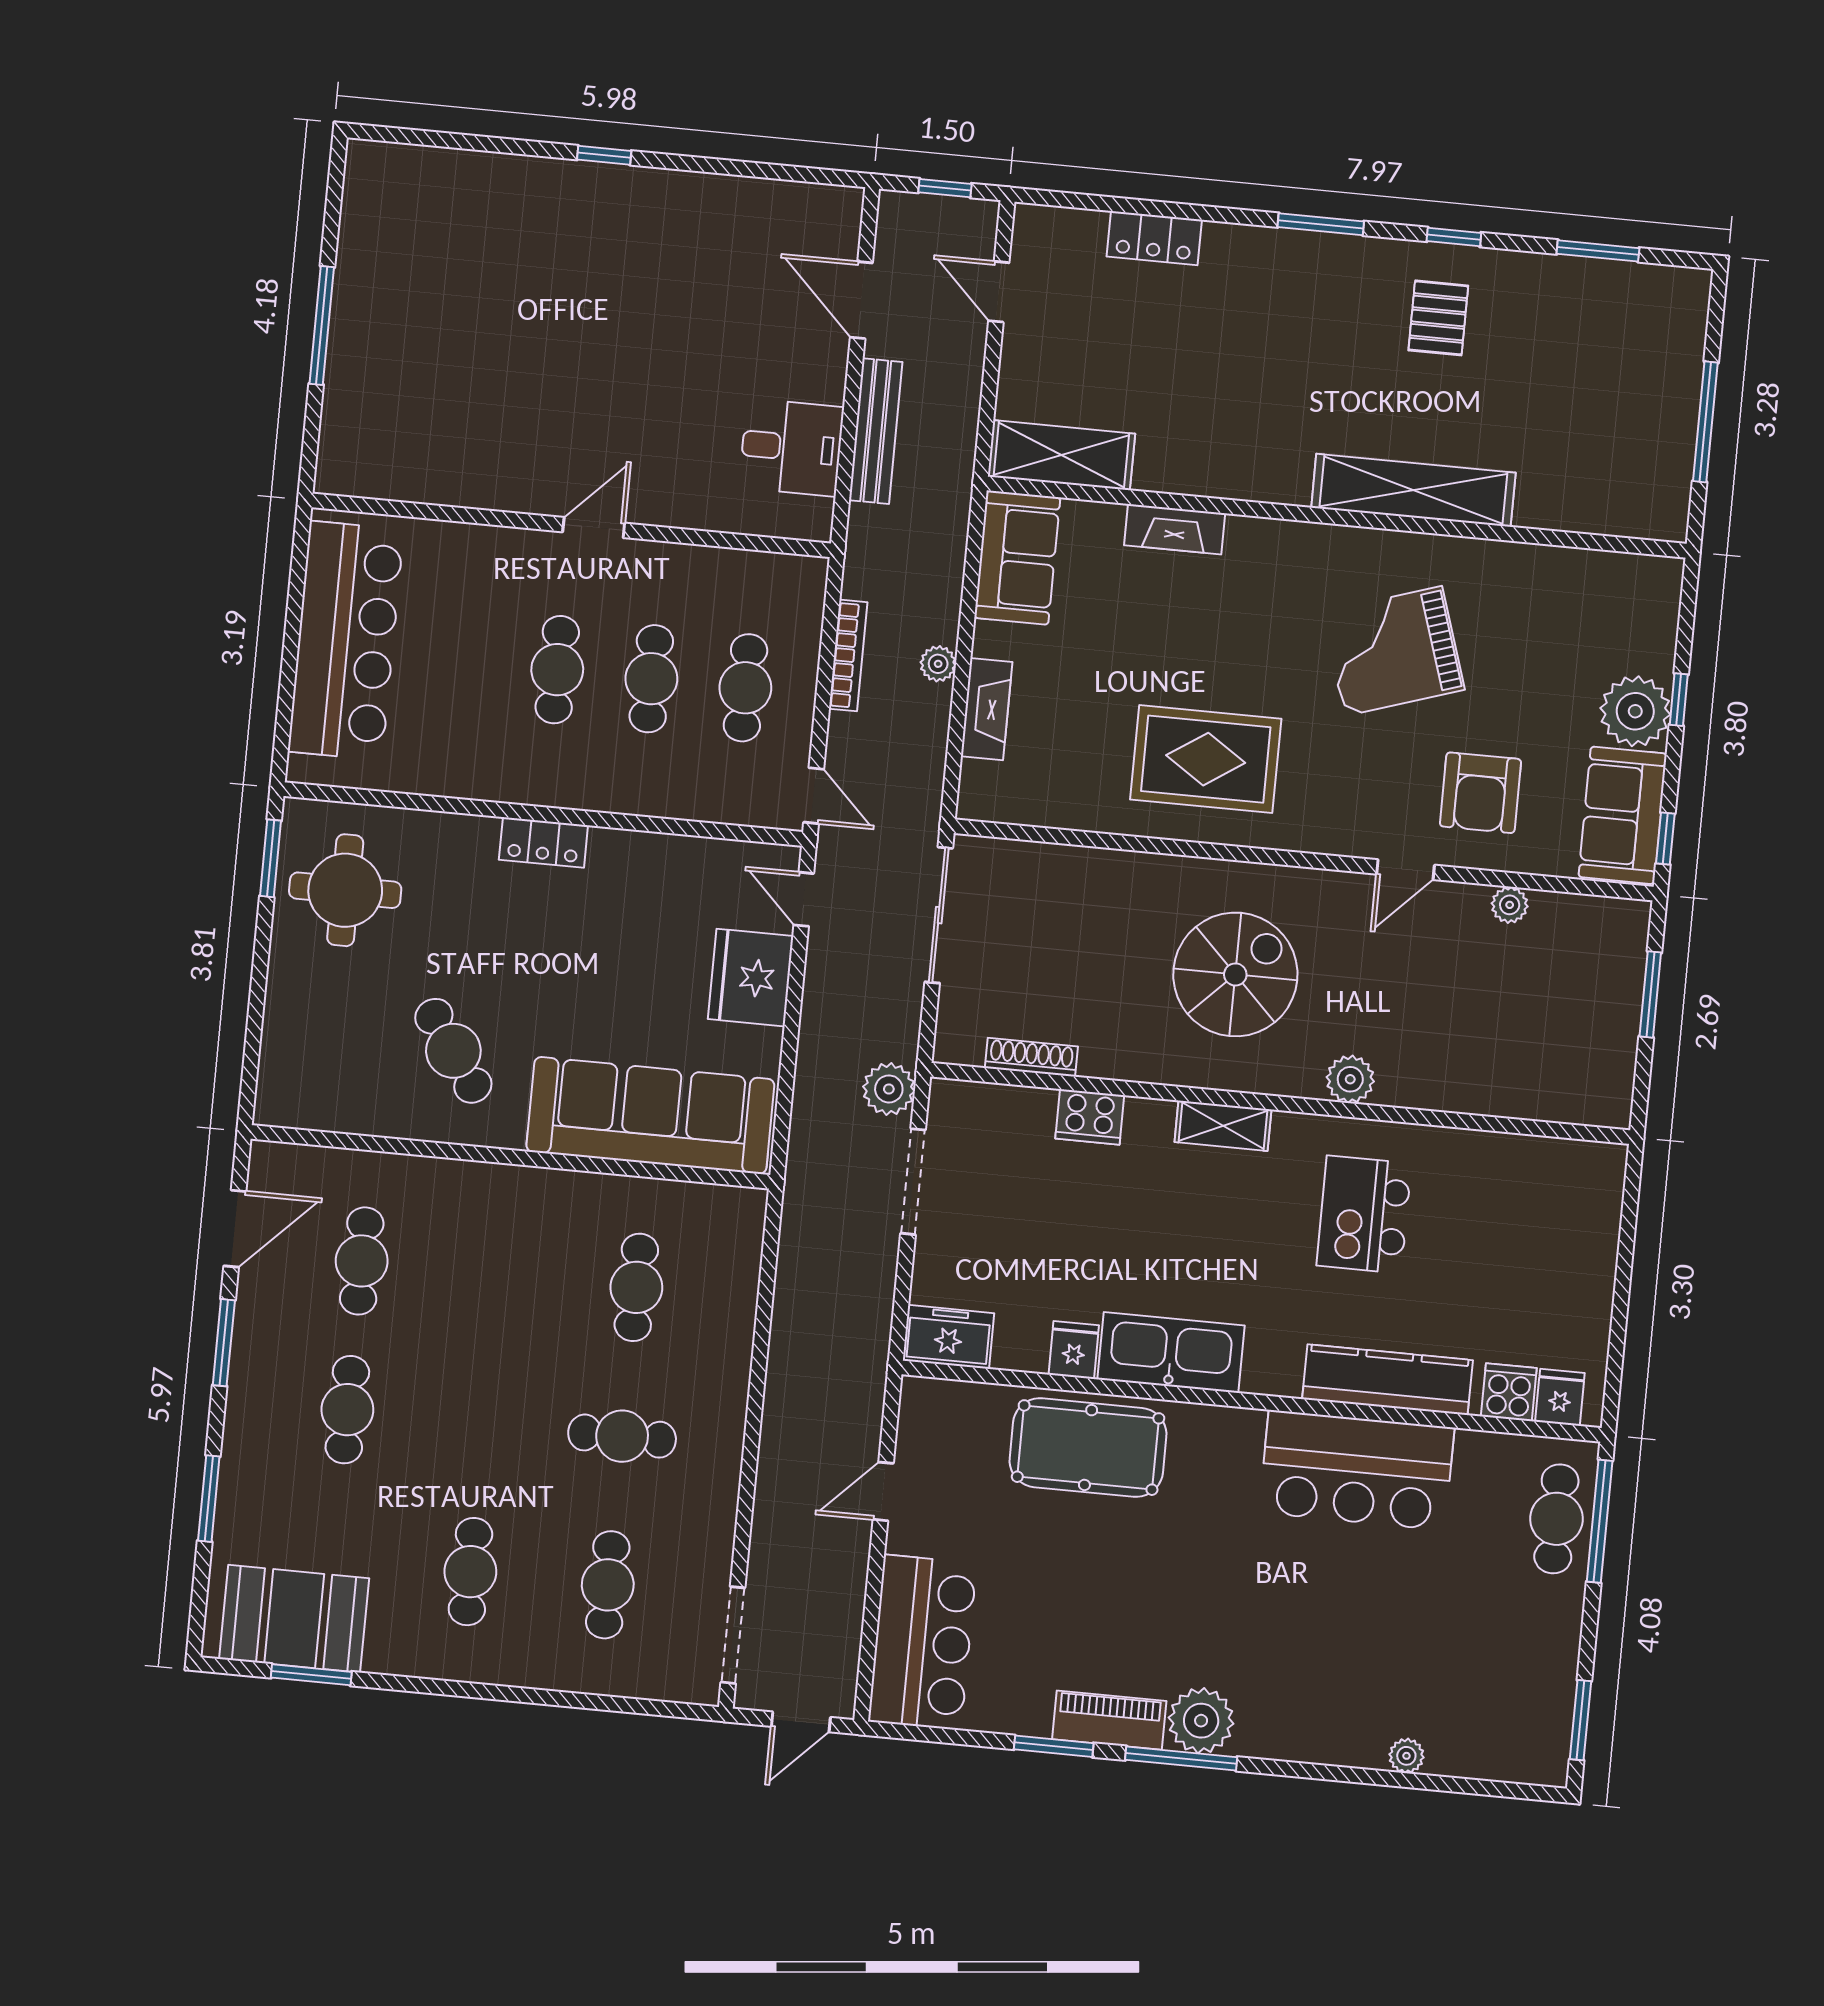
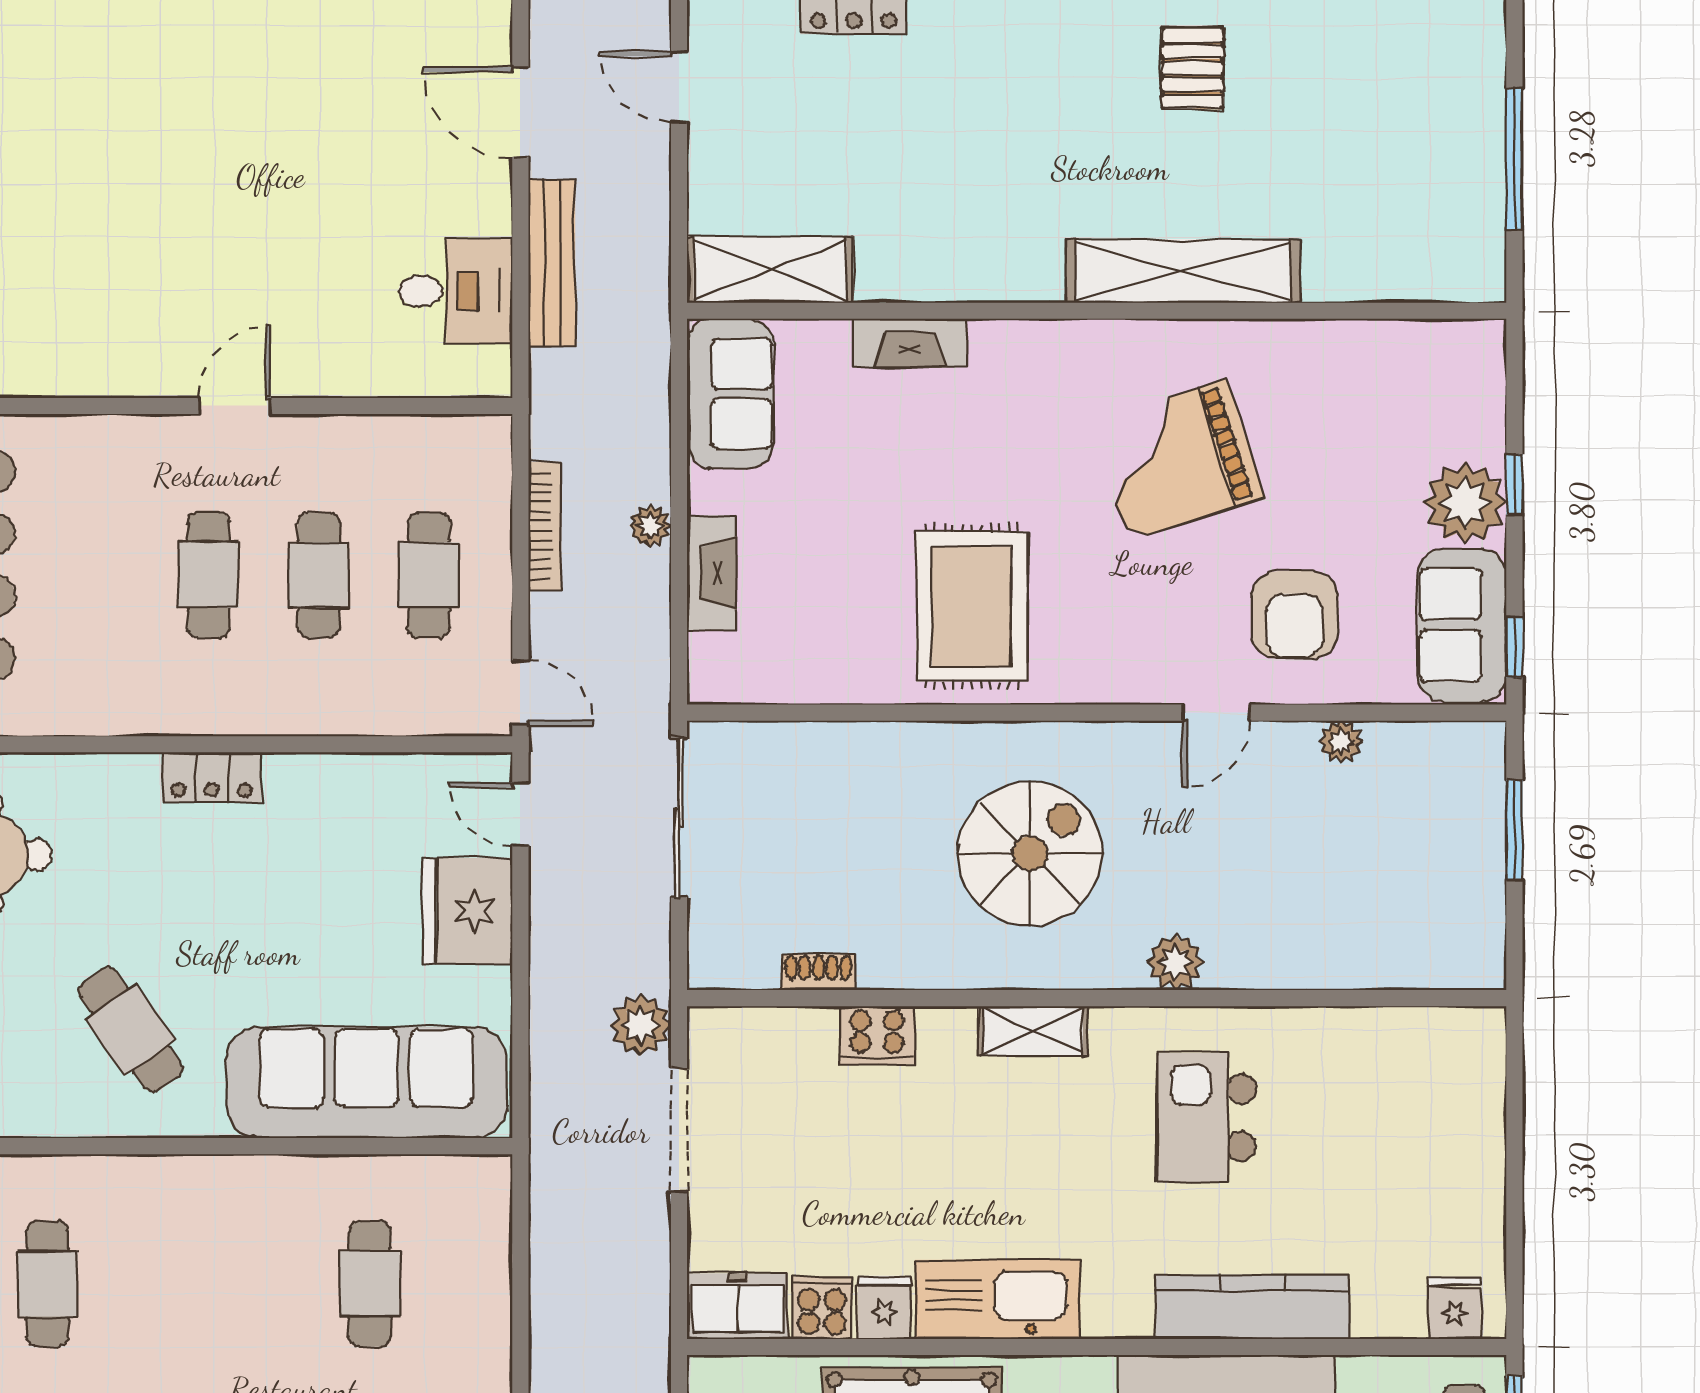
rug: (1206, 759) -> (972, 606), turned 90
shoe rack: (1031, 1057) -> (818, 972), width x0.70
cooker: (1509, 1392) -> (822, 1308), moved

